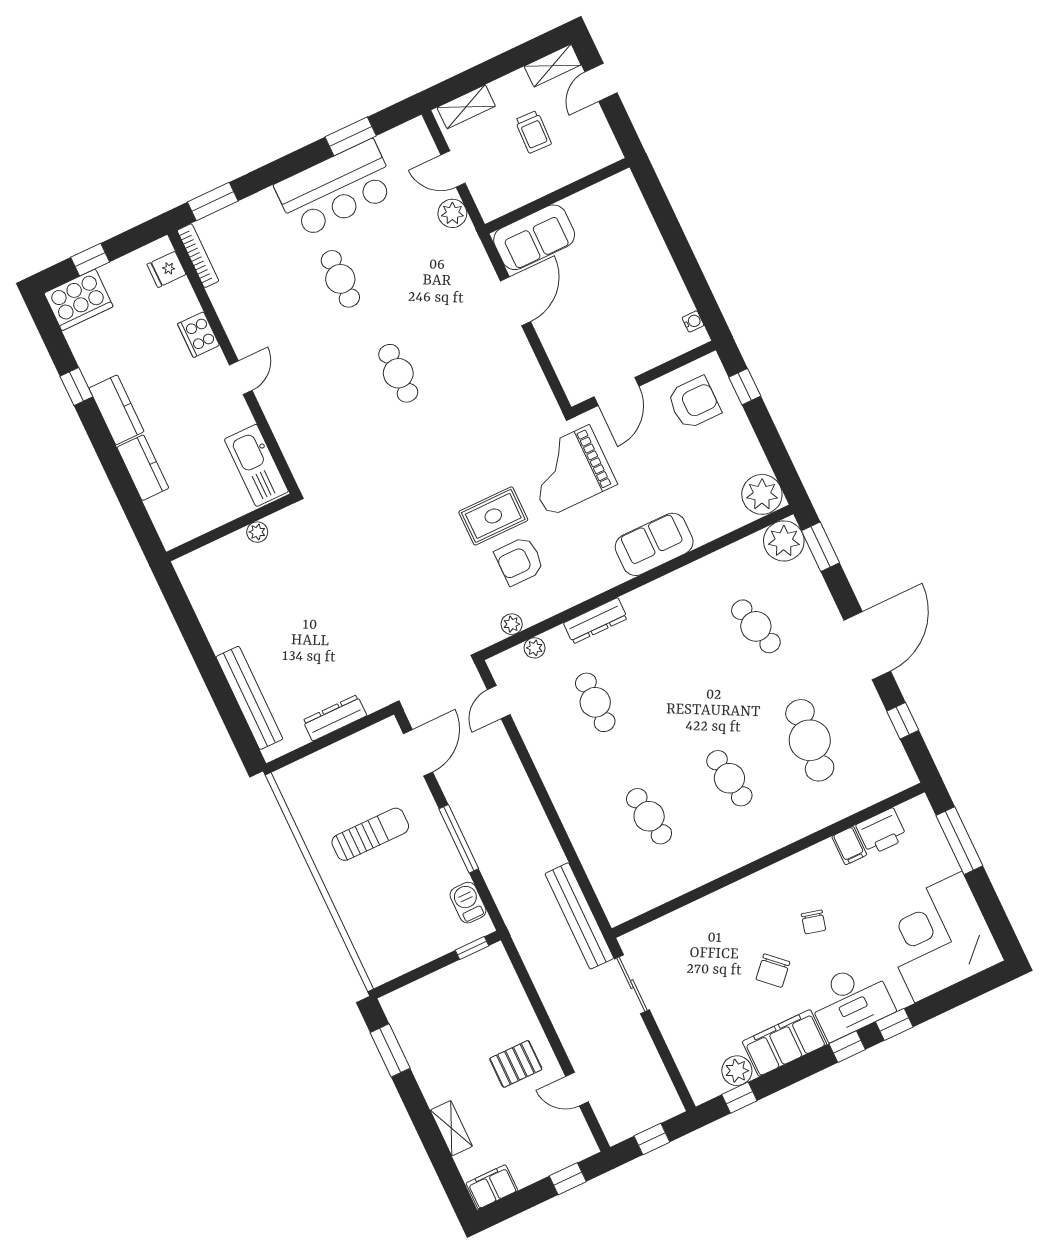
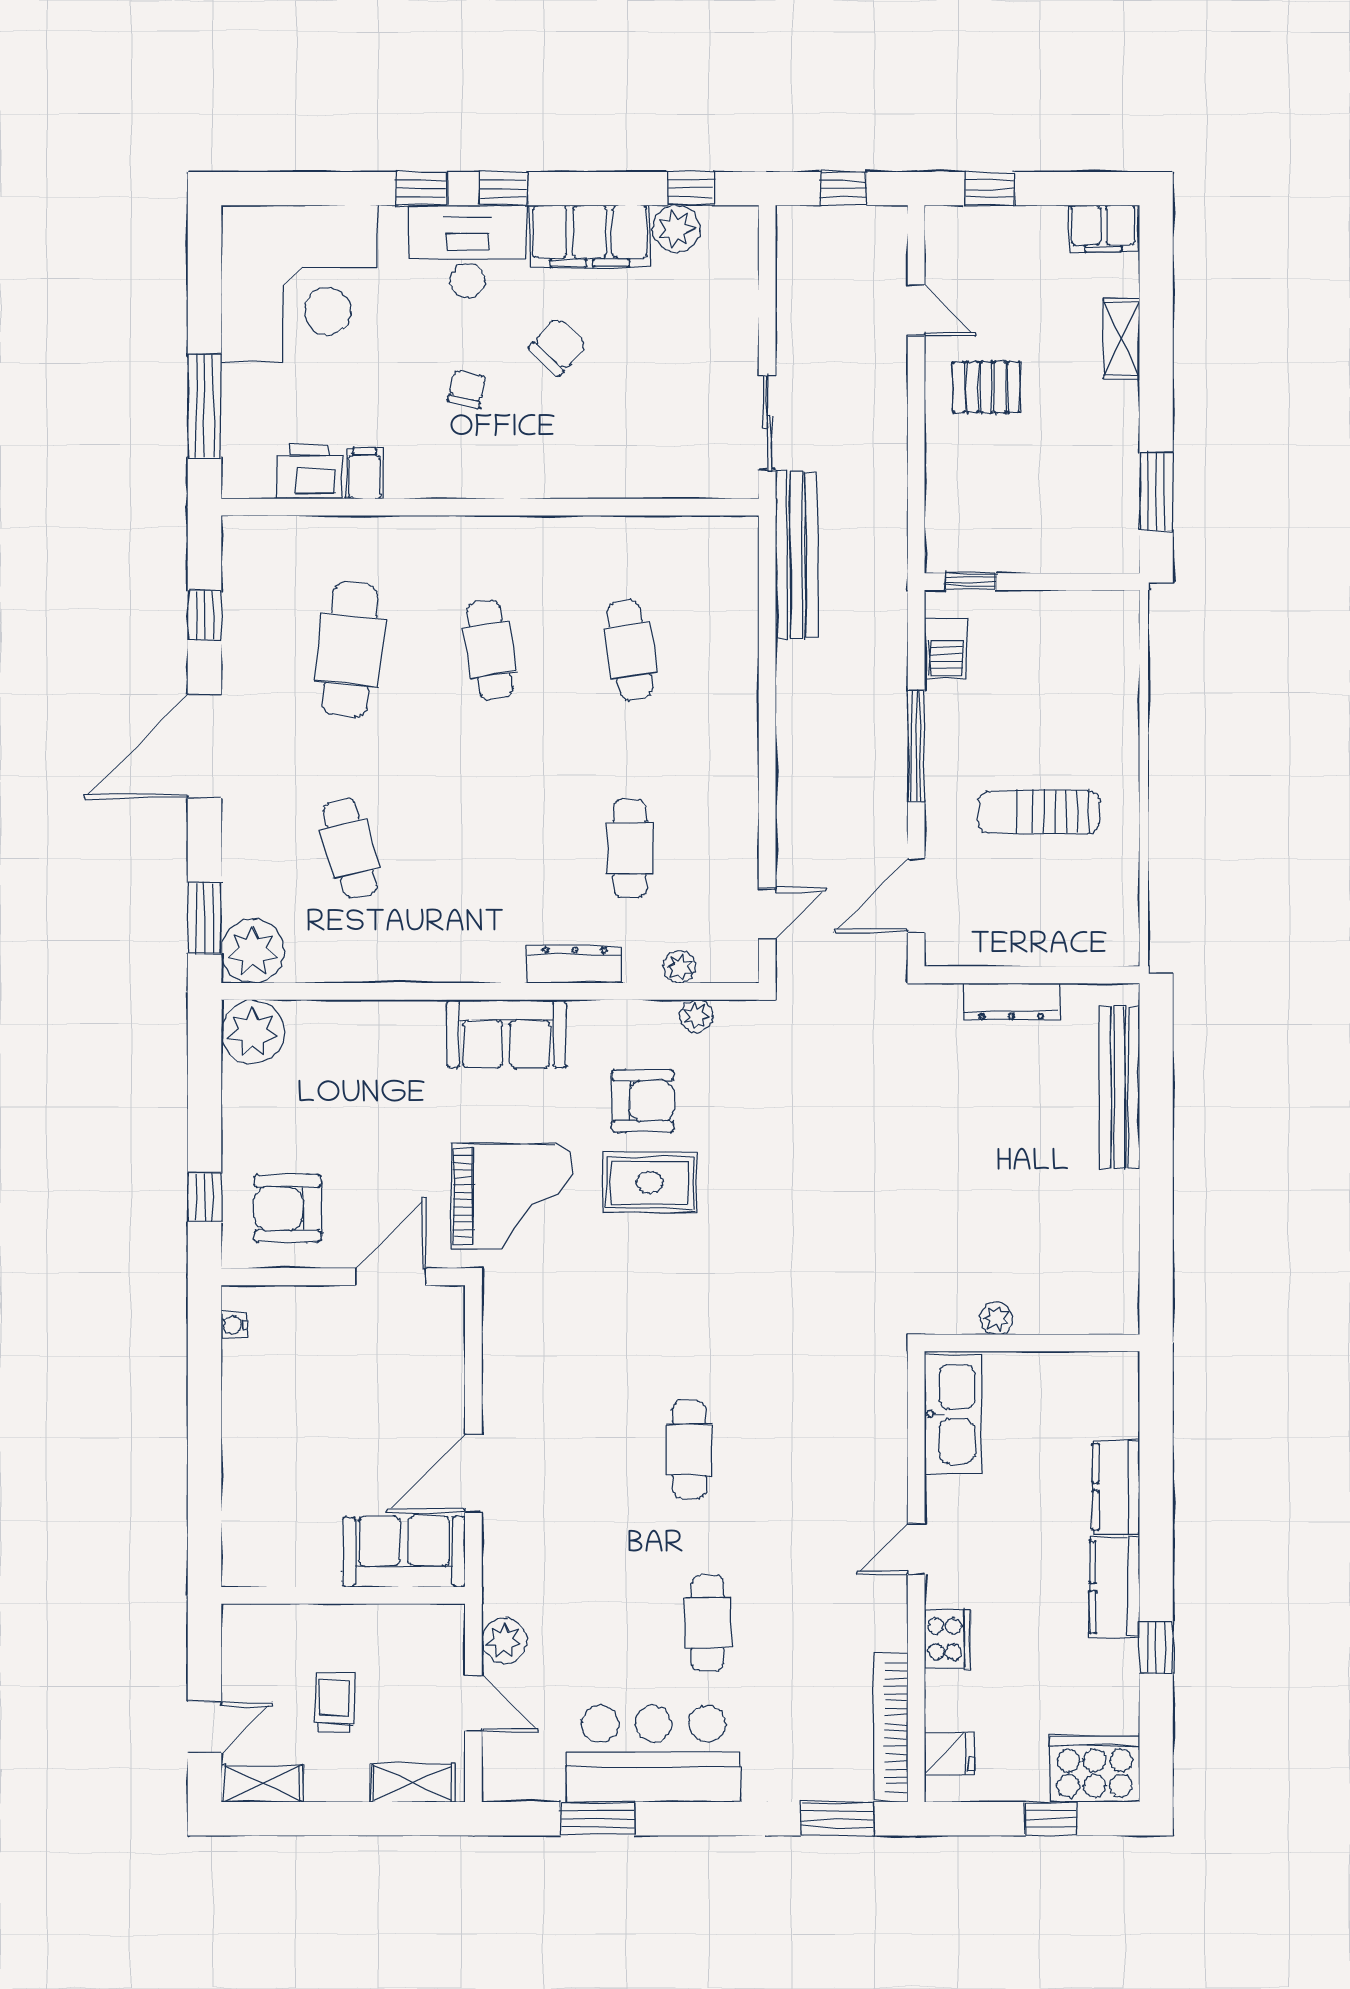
bookcase: (198, 256) -> (891, 1727), width x1.48, depth x1.31
sofa: (654, 544) -> (506, 1034), moved

